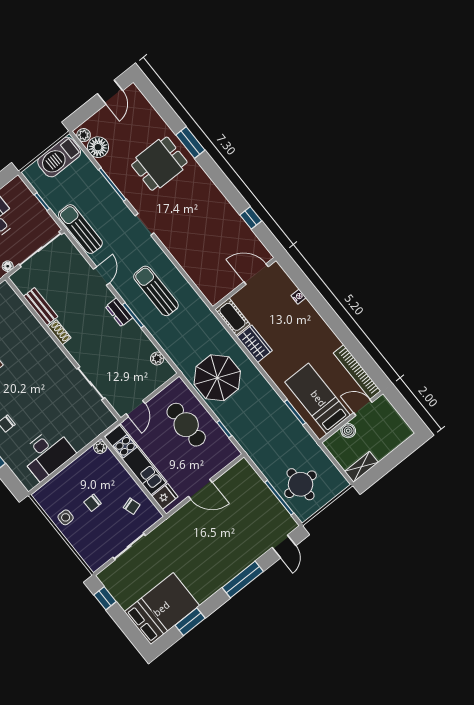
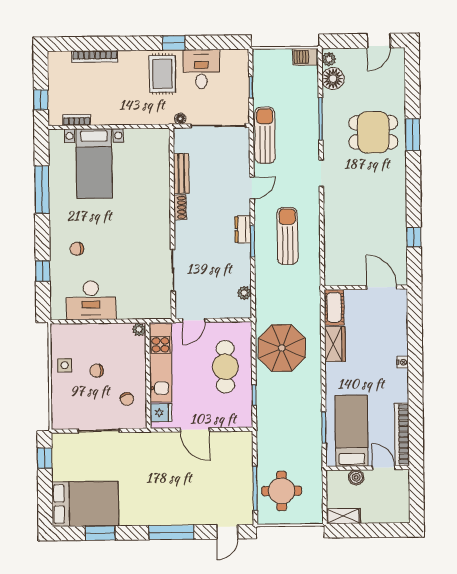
barbecue: (59, 157) -> (305, 57), width x0.53, depth x0.65
nightstand: (299, 297) -> (403, 362), moved

